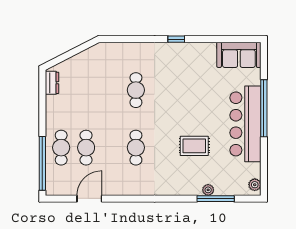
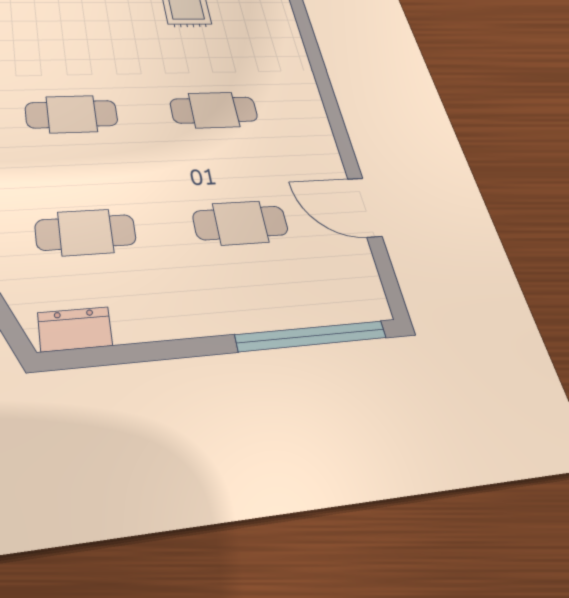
cafe table: (61, 148) -> (86, 232), moved

